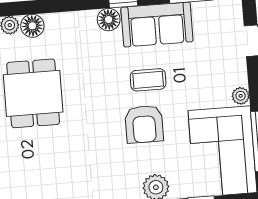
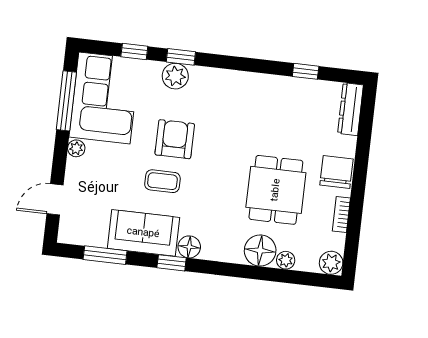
floor lamp: (32, 26) -> (260, 250), width x1.38, depth x1.38

